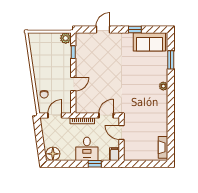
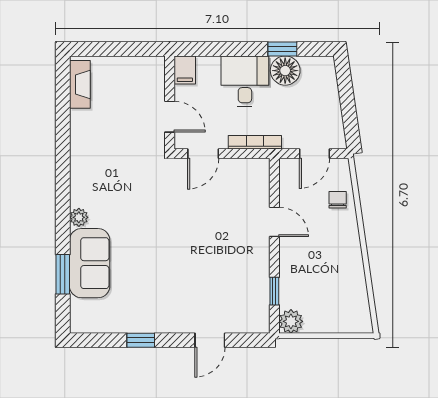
sofa: (149, 42) -> (90, 263), moved, turned 90
door: (73, 84) -> (274, 222), swing flipped
floor lamp: (53, 154) -> (285, 71), moved
window: (95, 164) -> (282, 49), moved

